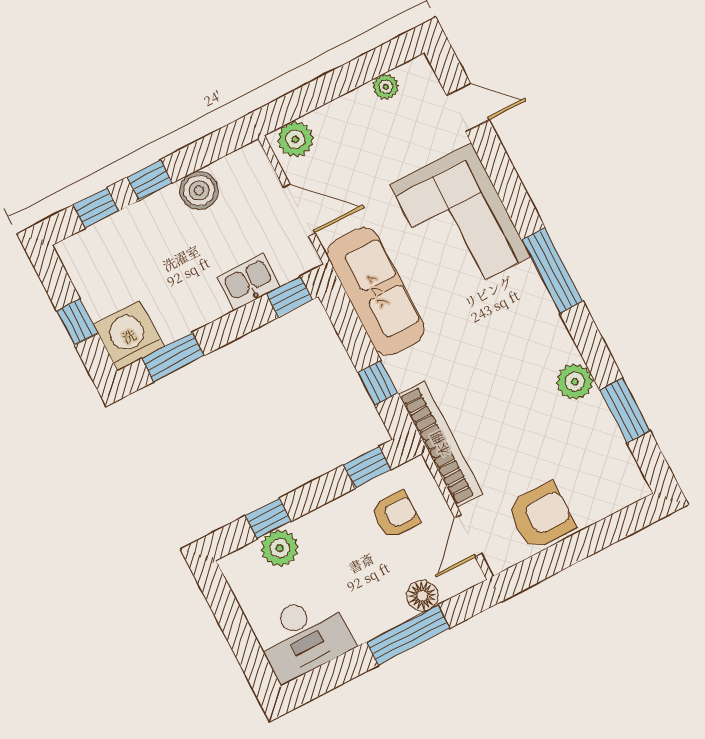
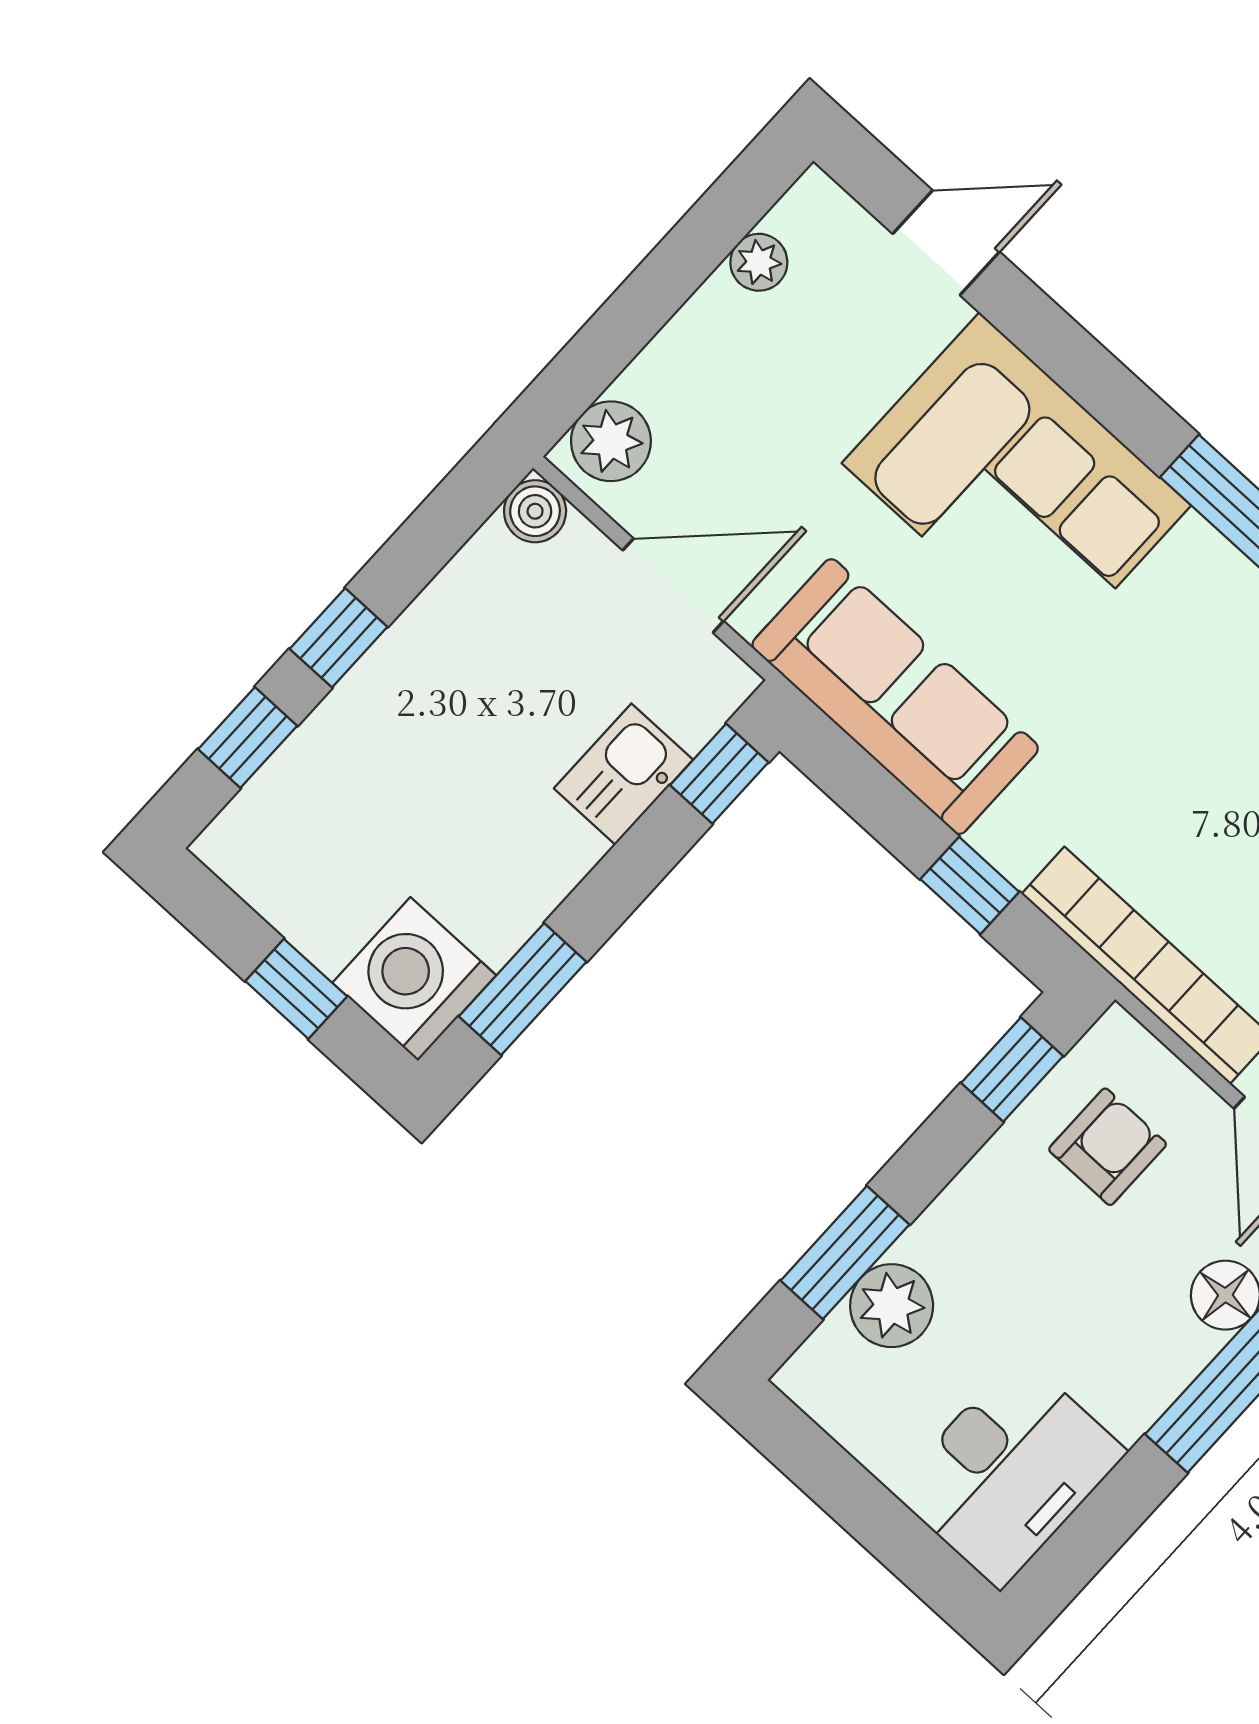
boiler: (199, 191) -> (535, 511), moved, width x0.73, depth x0.73
window: (268, 519) -> (845, 1253), width x1.50

